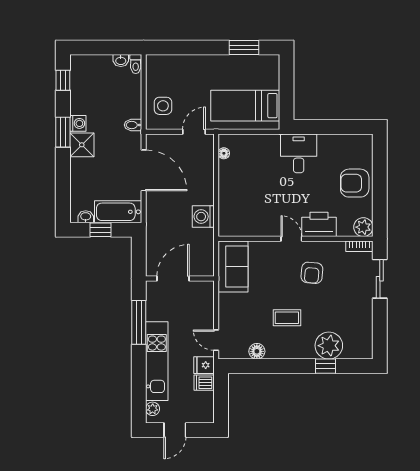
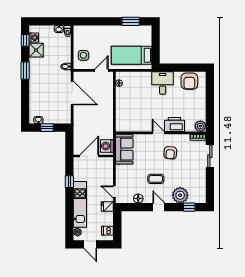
washing machine: (78, 123) -> (34, 38), moved
shower: (82, 145) -> (36, 50), moved
armchair: (355, 183) -> (189, 81), moved, turned -90
bathtub: (118, 212) -> (57, 117), removed
washing machine: (203, 217) -> (107, 146), moved
window: (139, 322) -> (69, 182), width x0.46
door: (292, 366) -> (159, 207), added
window: (326, 366) -> (189, 207), moved
dishwasher: (204, 383) -> (107, 231), moved
door: (175, 430) -> (90, 244), hinge flipped

